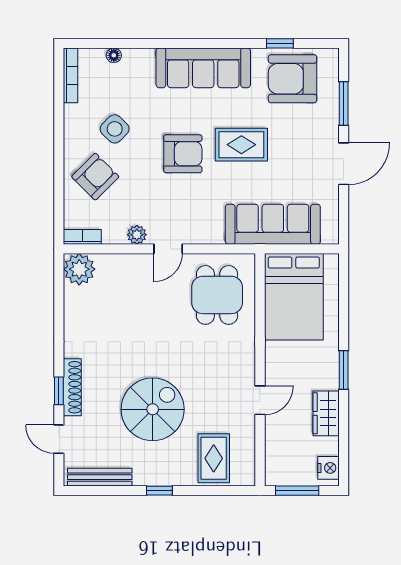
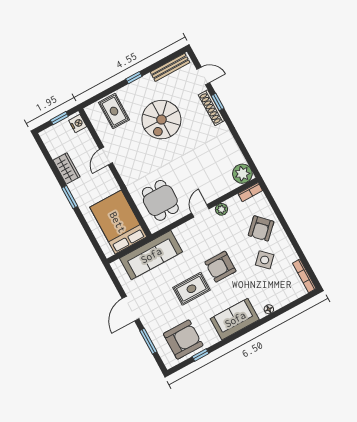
floor lamp: (114, 55) -> (269, 309), moved
sofa: (203, 68) -> (235, 319), width x0.73
nightstand: (328, 468) -> (78, 123), moved, turned 180
window: (297, 491) -> (59, 118), width x0.67

